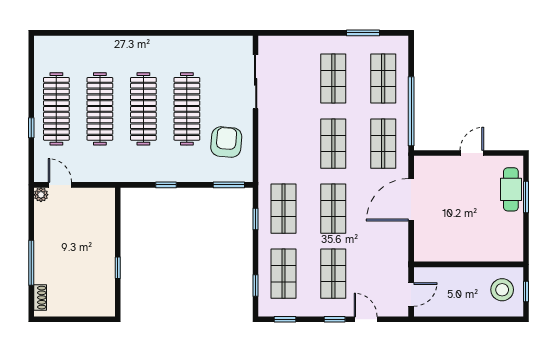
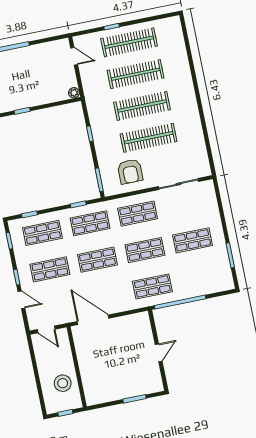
shop shelf: (383, 79) -> (138, 214), moved
armchair: (226, 142) -> (130, 171), turned 85
door: (472, 153) -> (159, 353), hinge flipped
door: (60, 185) -> (74, 56), hinge flipped
cafe table: (511, 189) -> (138, 387), removed
plant: (41, 195) -> (74, 93), moved
door: (411, 200) -> (93, 320), moved
stool: (502, 290) -> (63, 383), moved
door: (366, 319) -> (21, 300), hinge flipped

